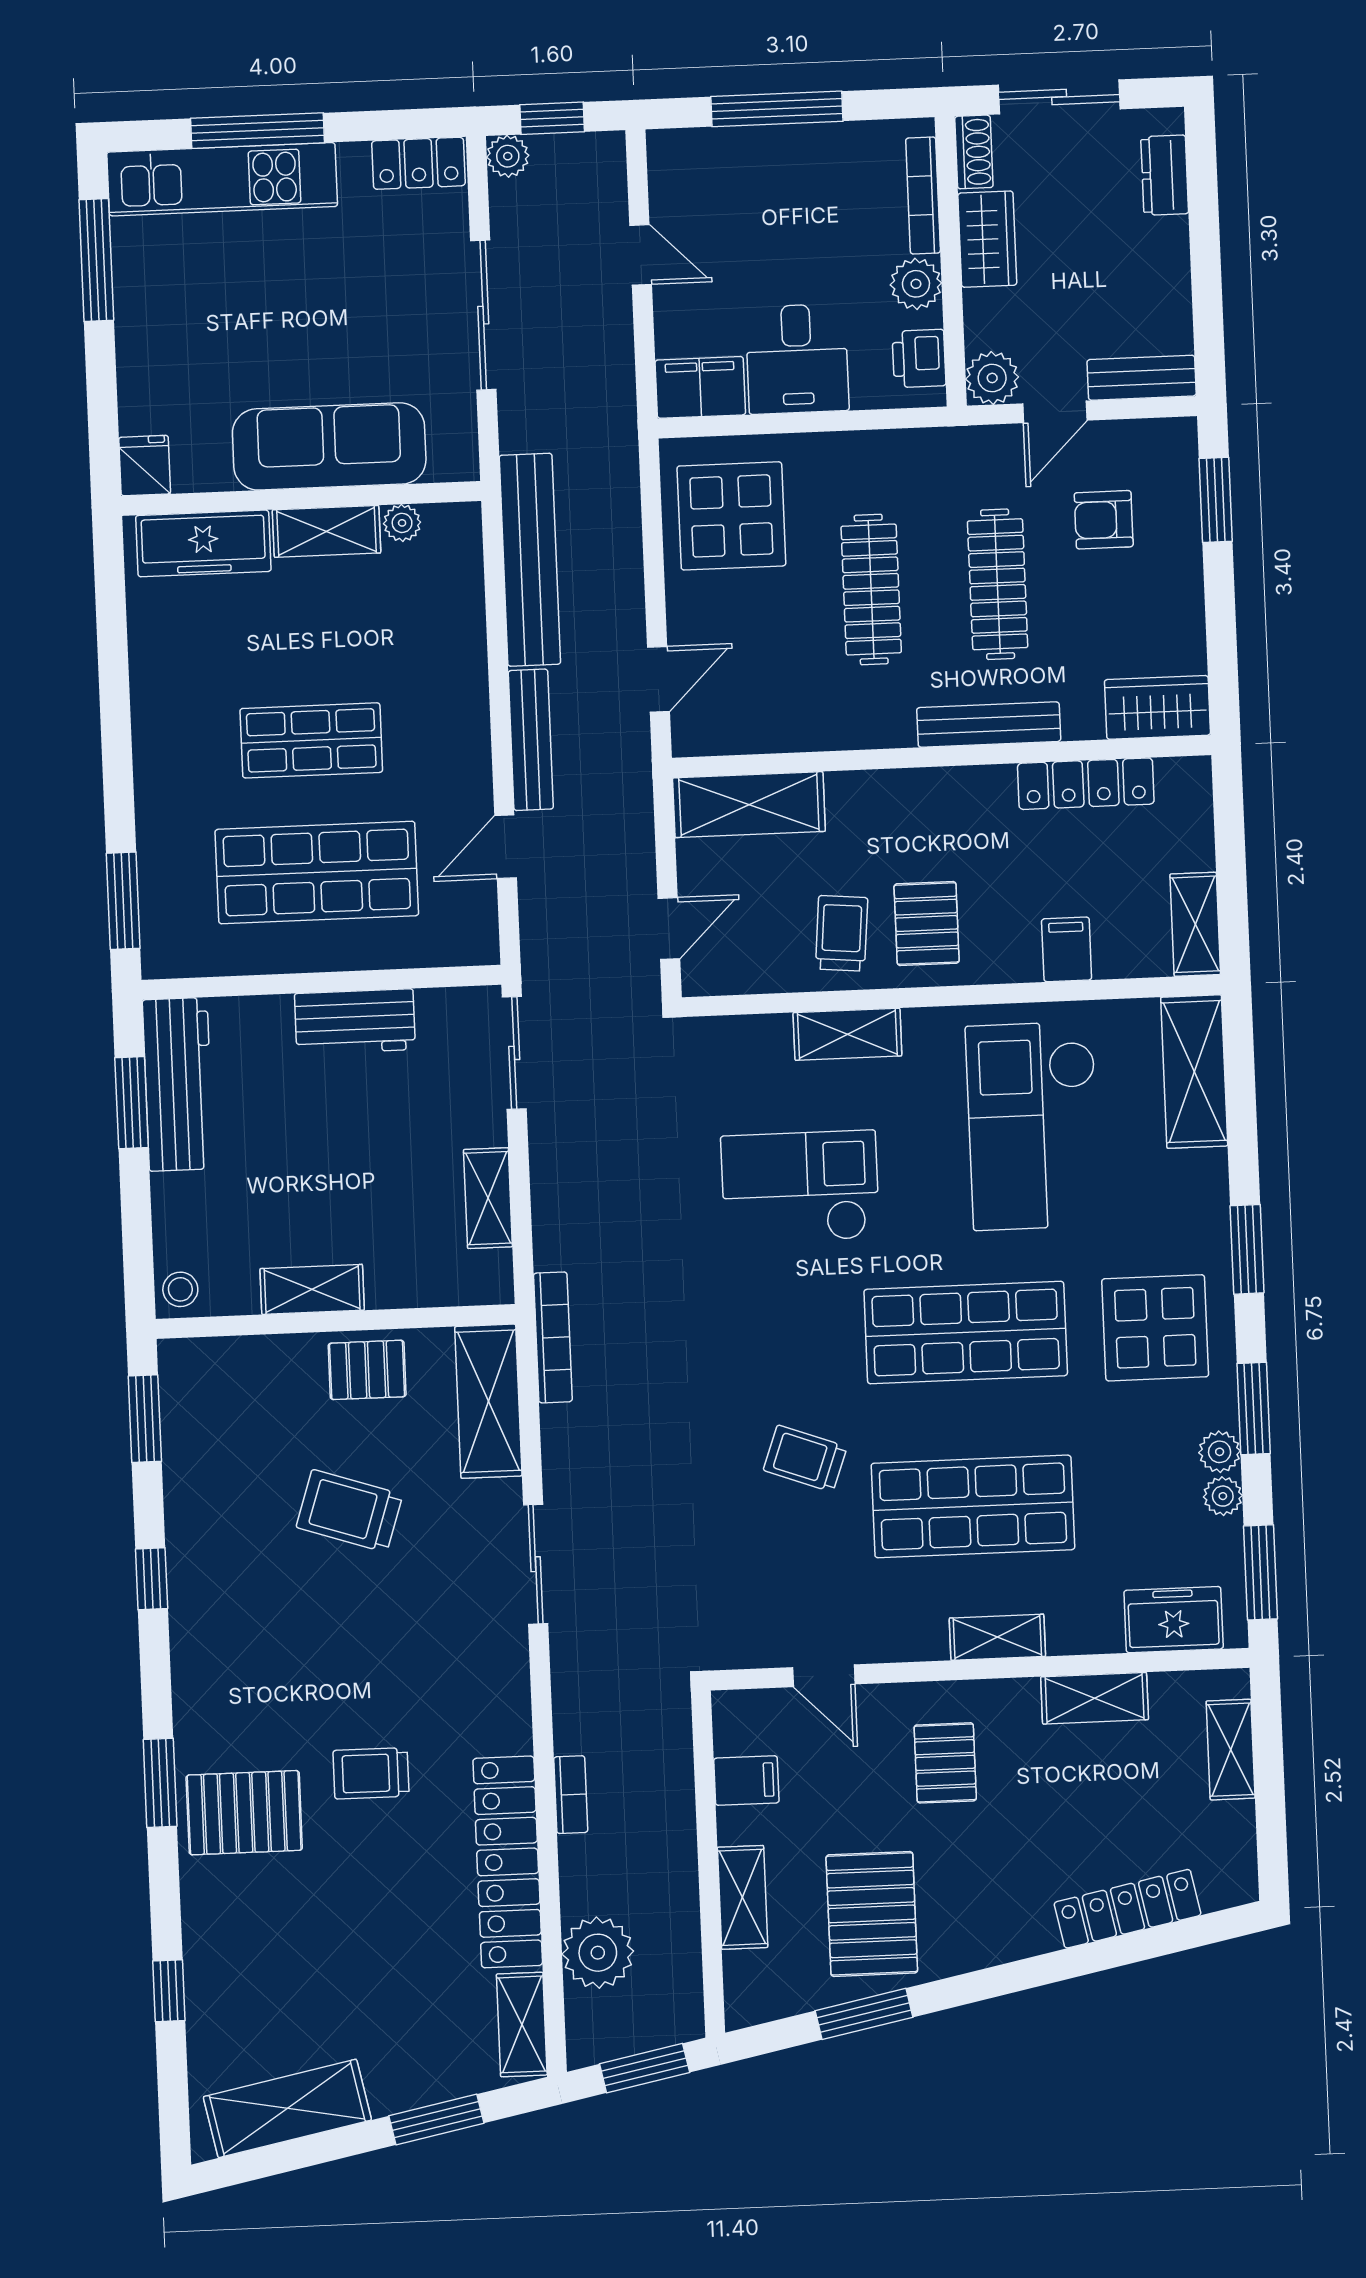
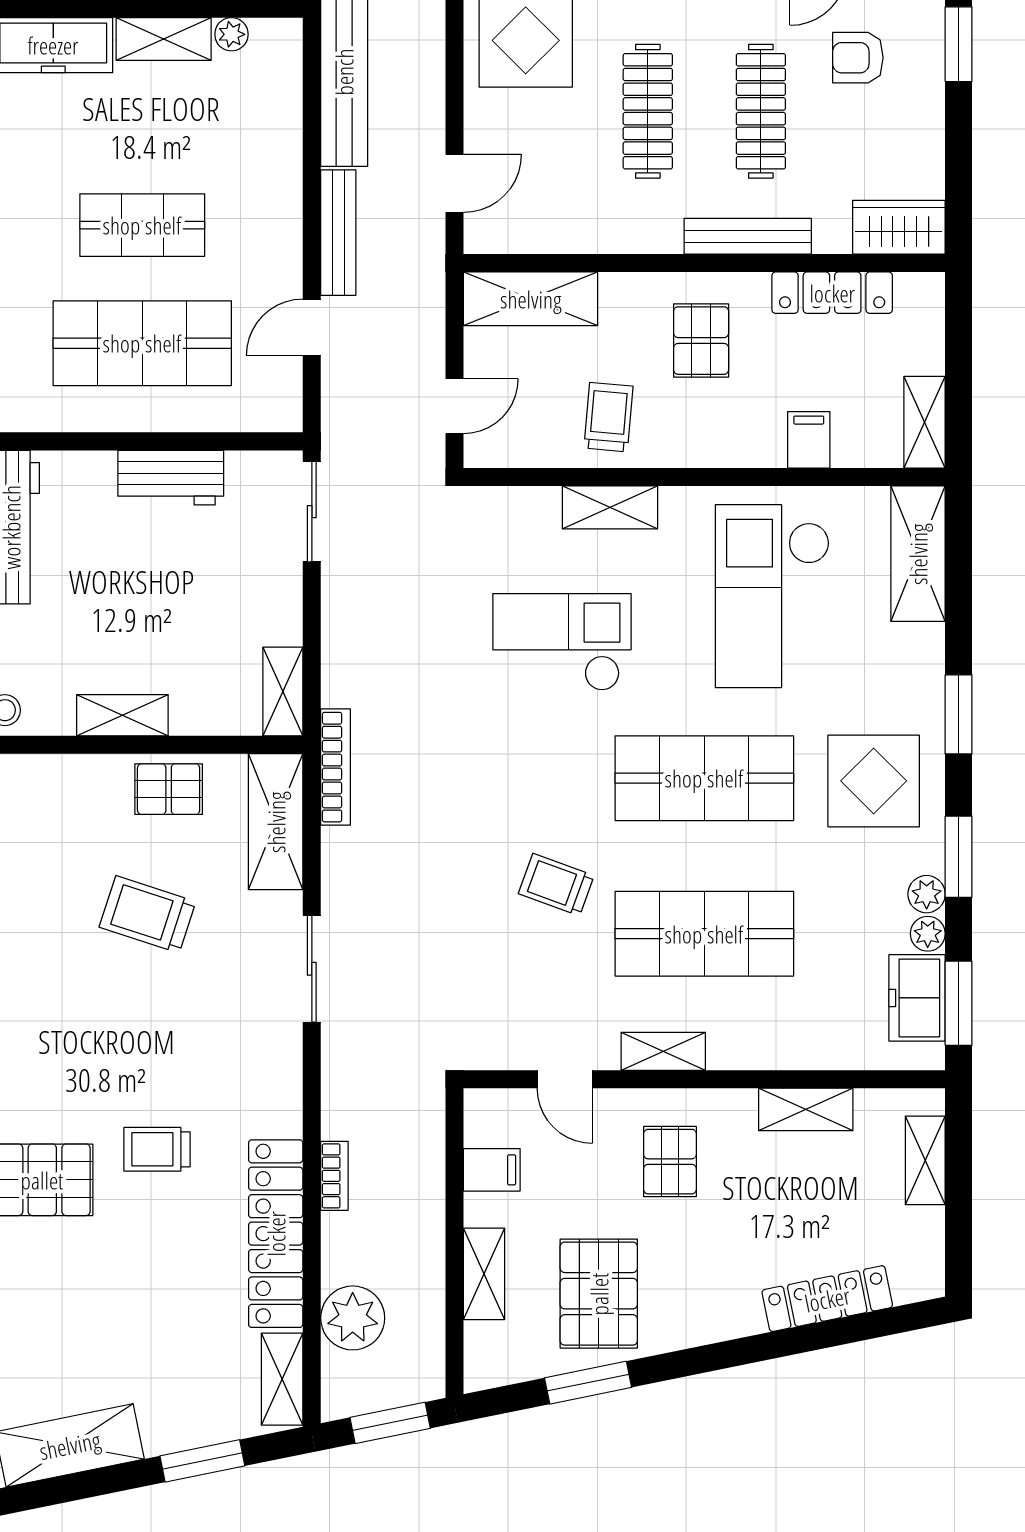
pallet: (927, 924) -> (701, 341), moved
shelving: (488, 1198) -> (283, 691), moved
freezer: (1174, 1620) -> (917, 998), moved, turned -90
shelving: (997, 1637) -> (663, 1051), moved

